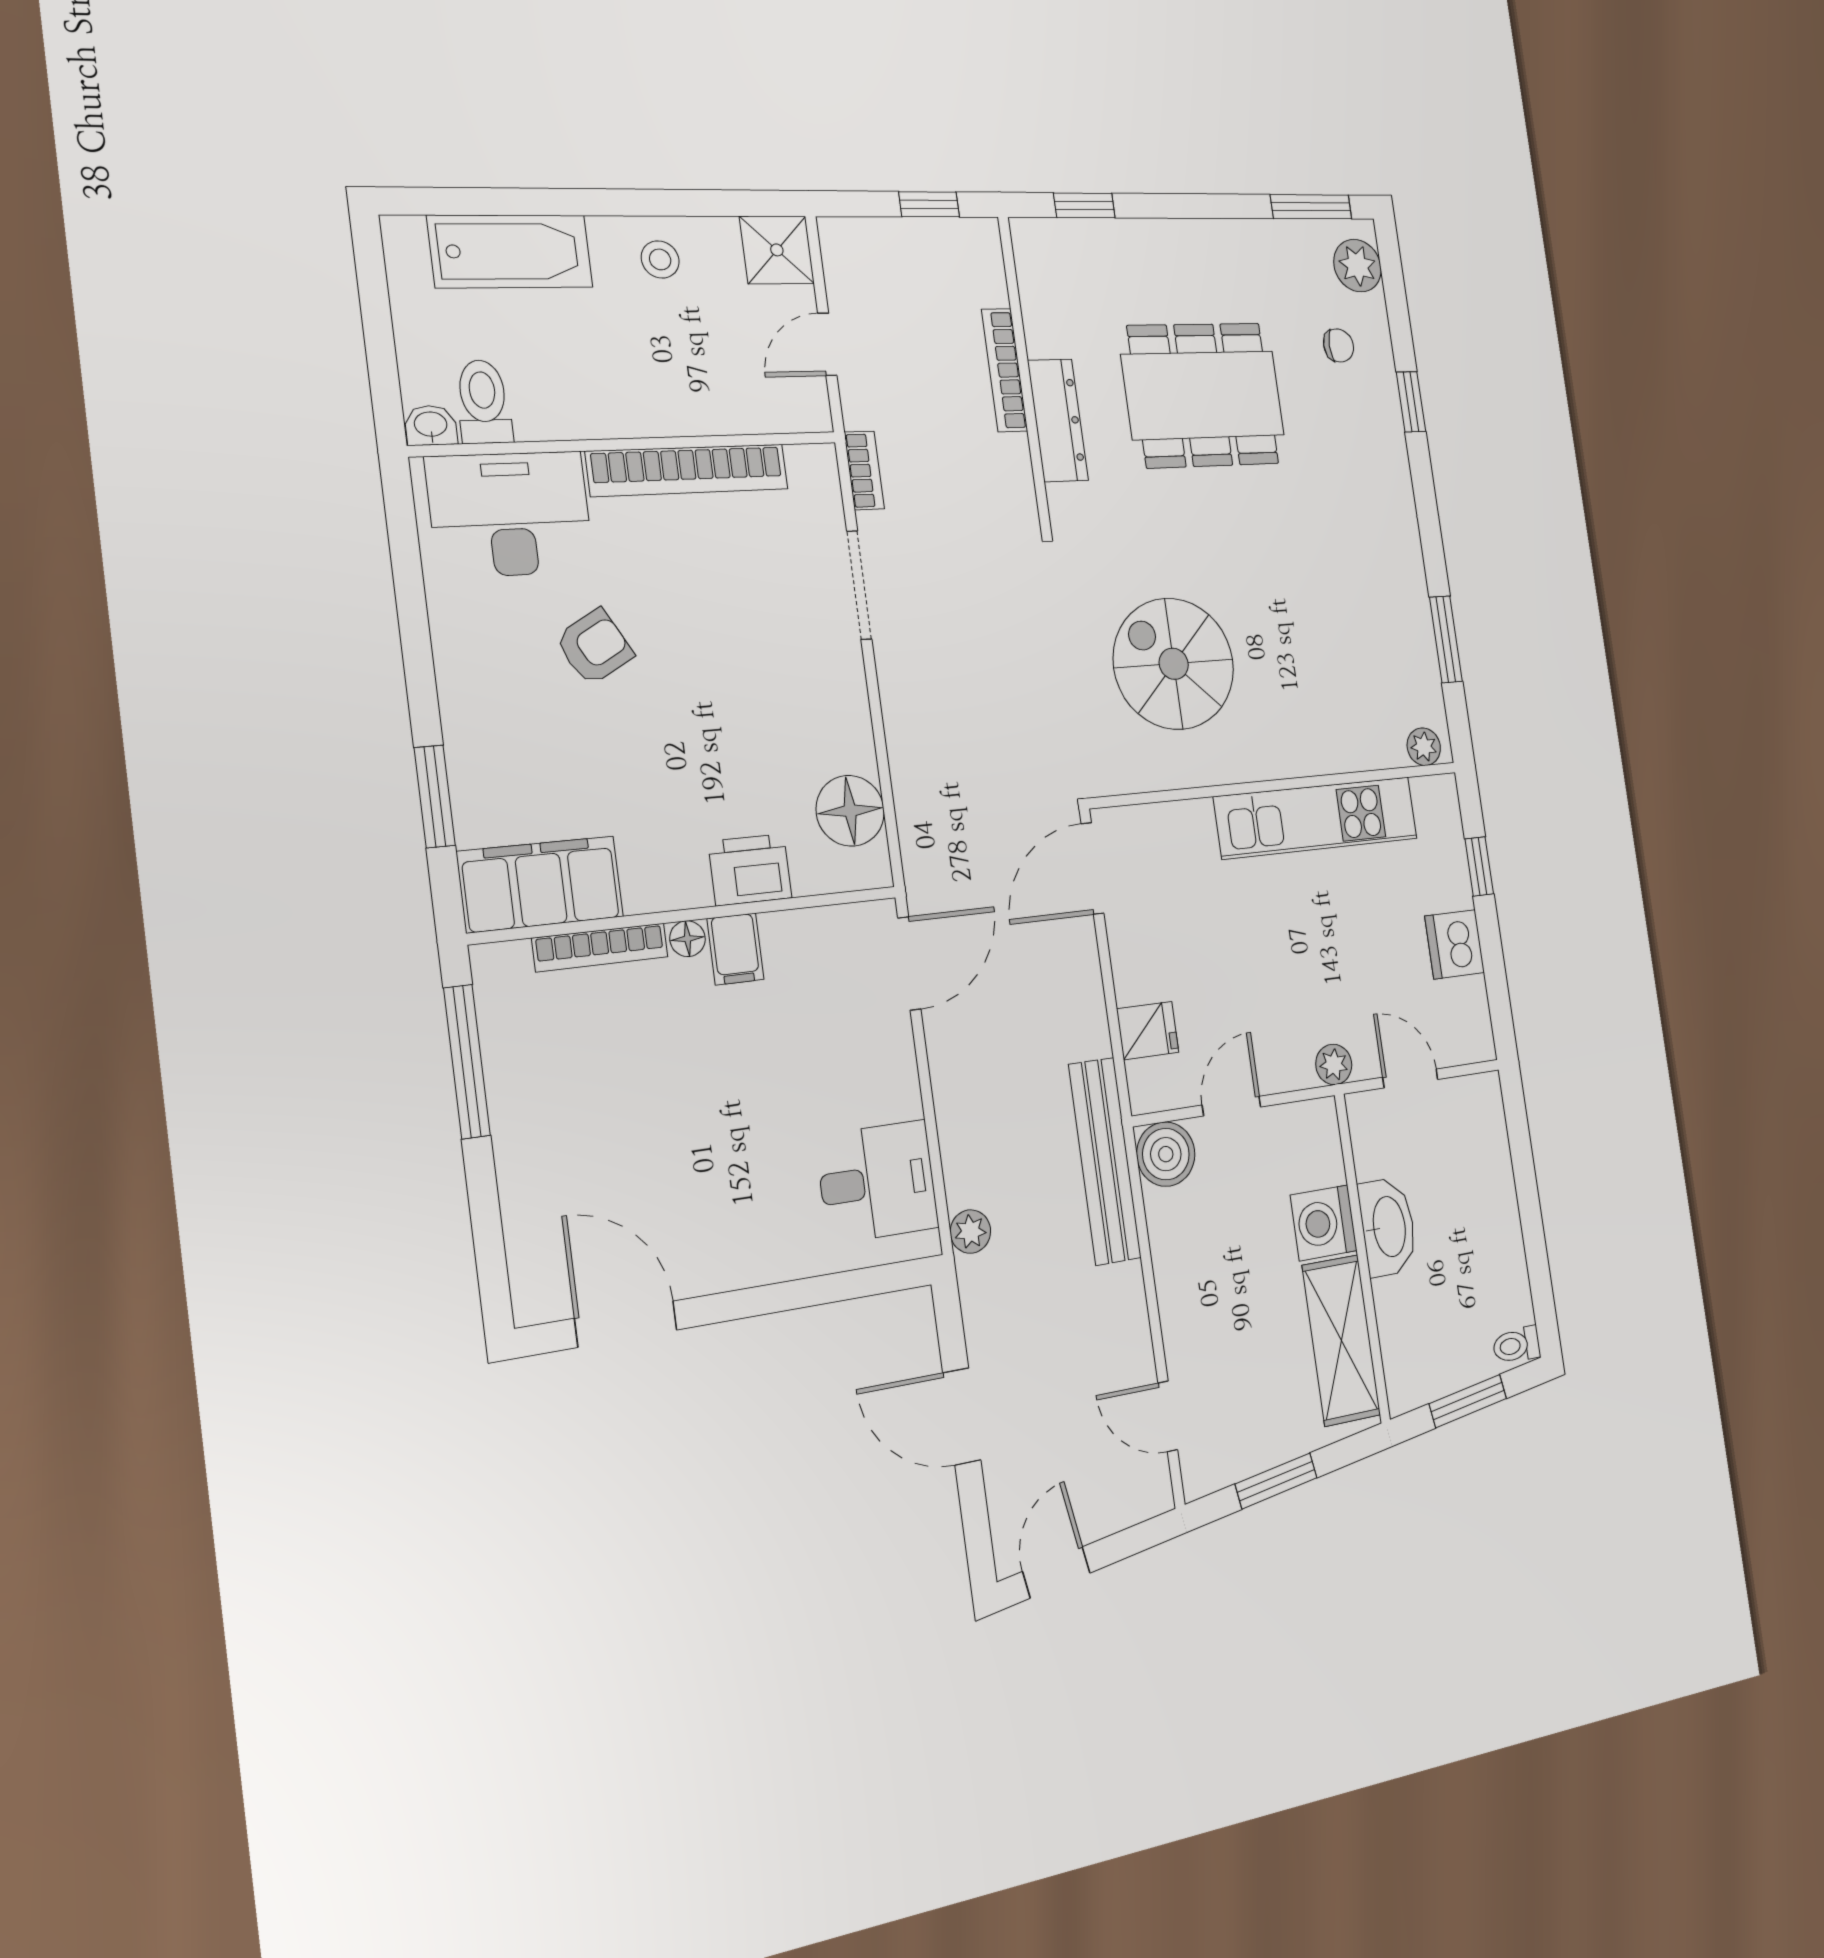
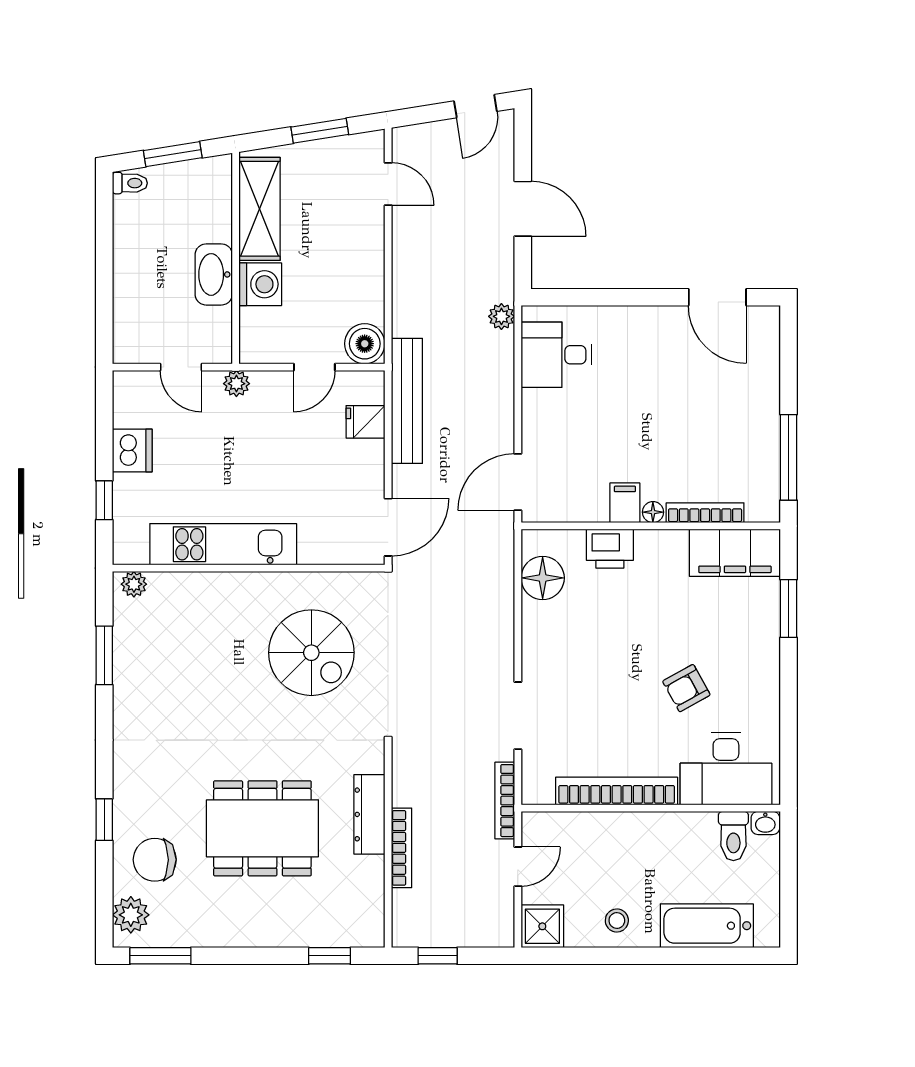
chair: (1339, 345) -> (155, 860), width x1.87, depth x1.87
bookcase: (864, 470) -> (505, 801), width x1.56
bench: (1105, 1161) -> (407, 401), moved

